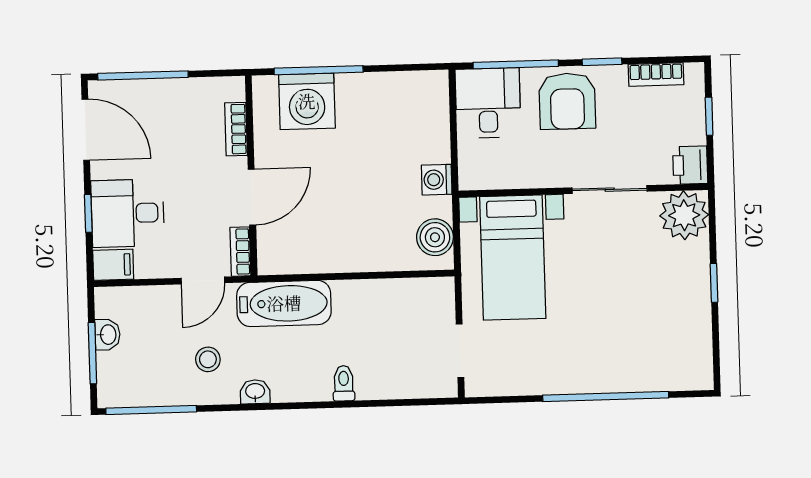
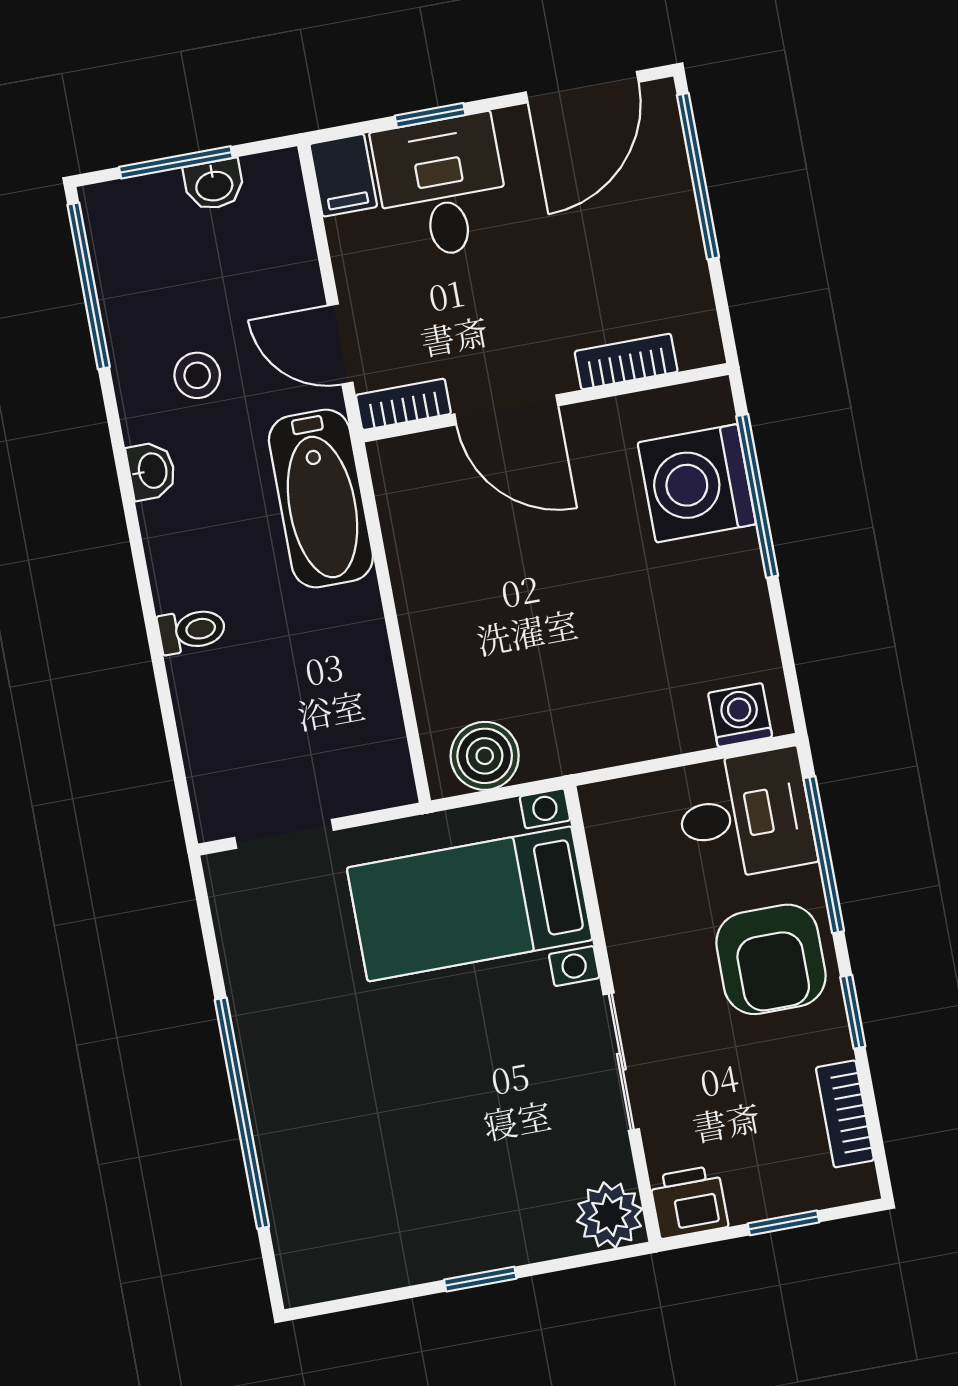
armchair: (567, 101) -> (771, 959), turned -90
washing machine: (437, 180) -> (740, 715), moved
plant: (684, 215) -> (610, 1215), width x0.73, depth x0.73

